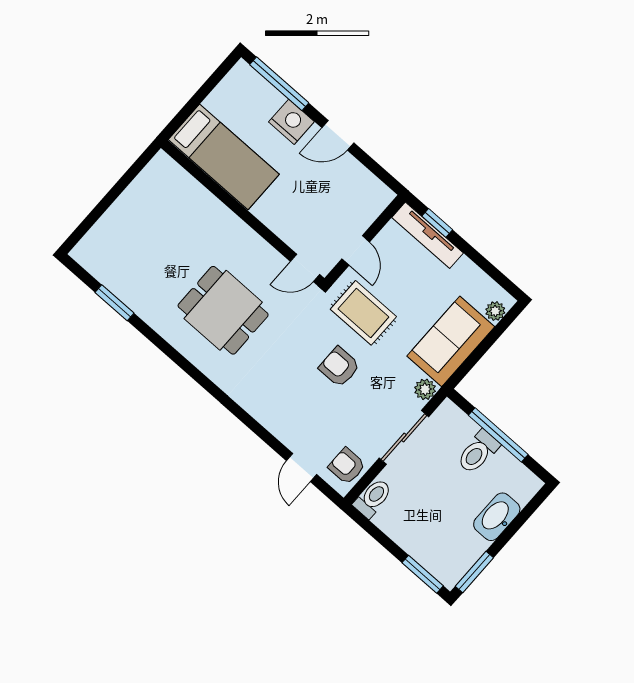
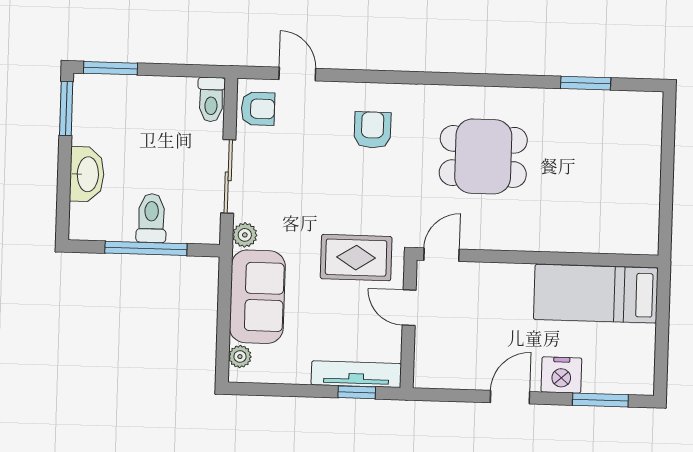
window: (279, 84) -> (600, 400), width x0.69
armchair: (339, 367) -> (372, 130), moved, turned -90

